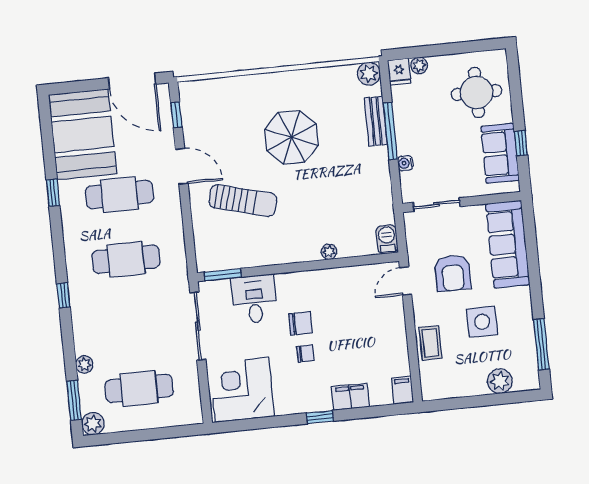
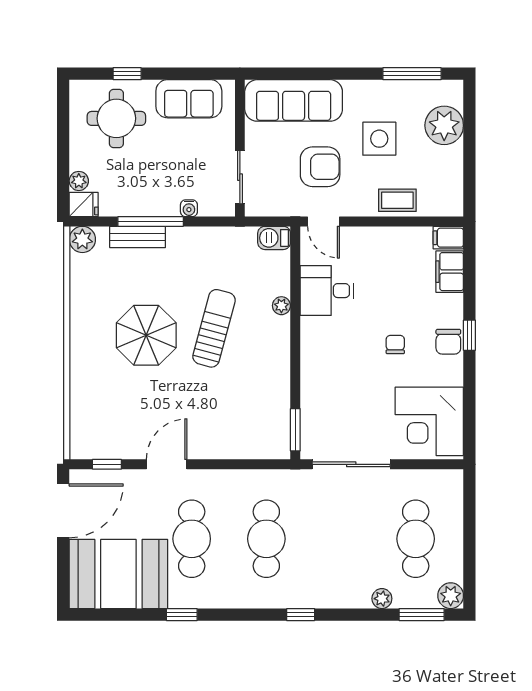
window: (521, 143) -> (127, 74), moved
sun lounger: (243, 201) -> (214, 328), moved
desk: (254, 299) -> (327, 291), moved
chair: (301, 323) -> (448, 342), moved, turned 180
plant: (500, 381) -> (444, 125), width x1.36, depth x1.36
filing cabinet: (350, 397) -> (450, 272), moved

